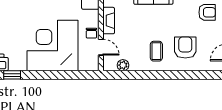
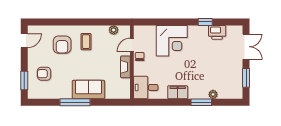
corner desk: (53, 46) -> (172, 41), width x0.74, depth x0.74
door: (101, 47) -> (132, 45), hinge flipped

